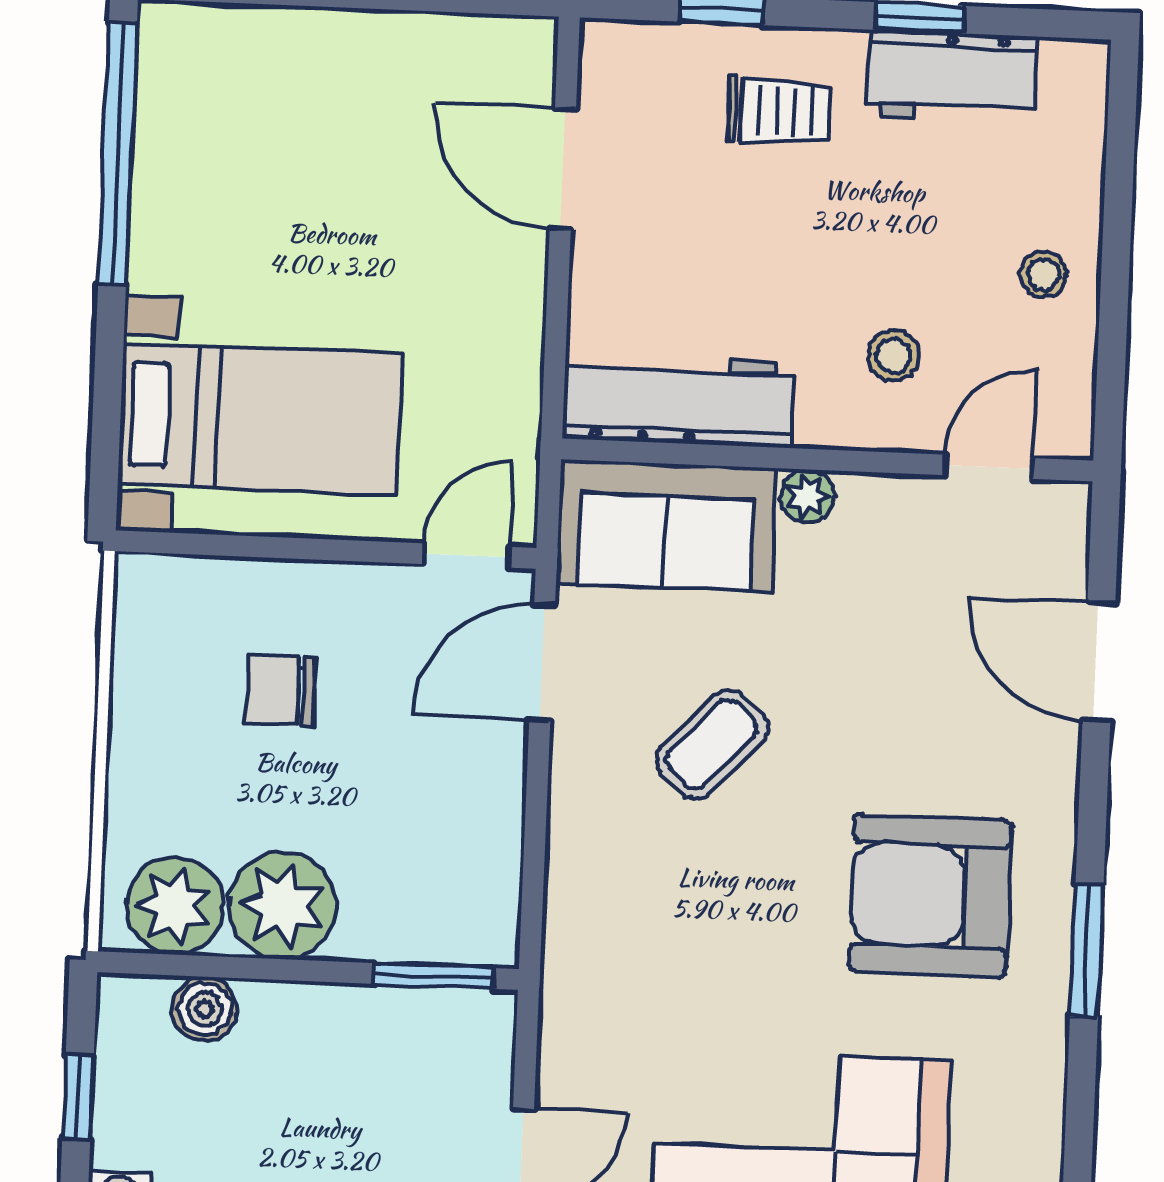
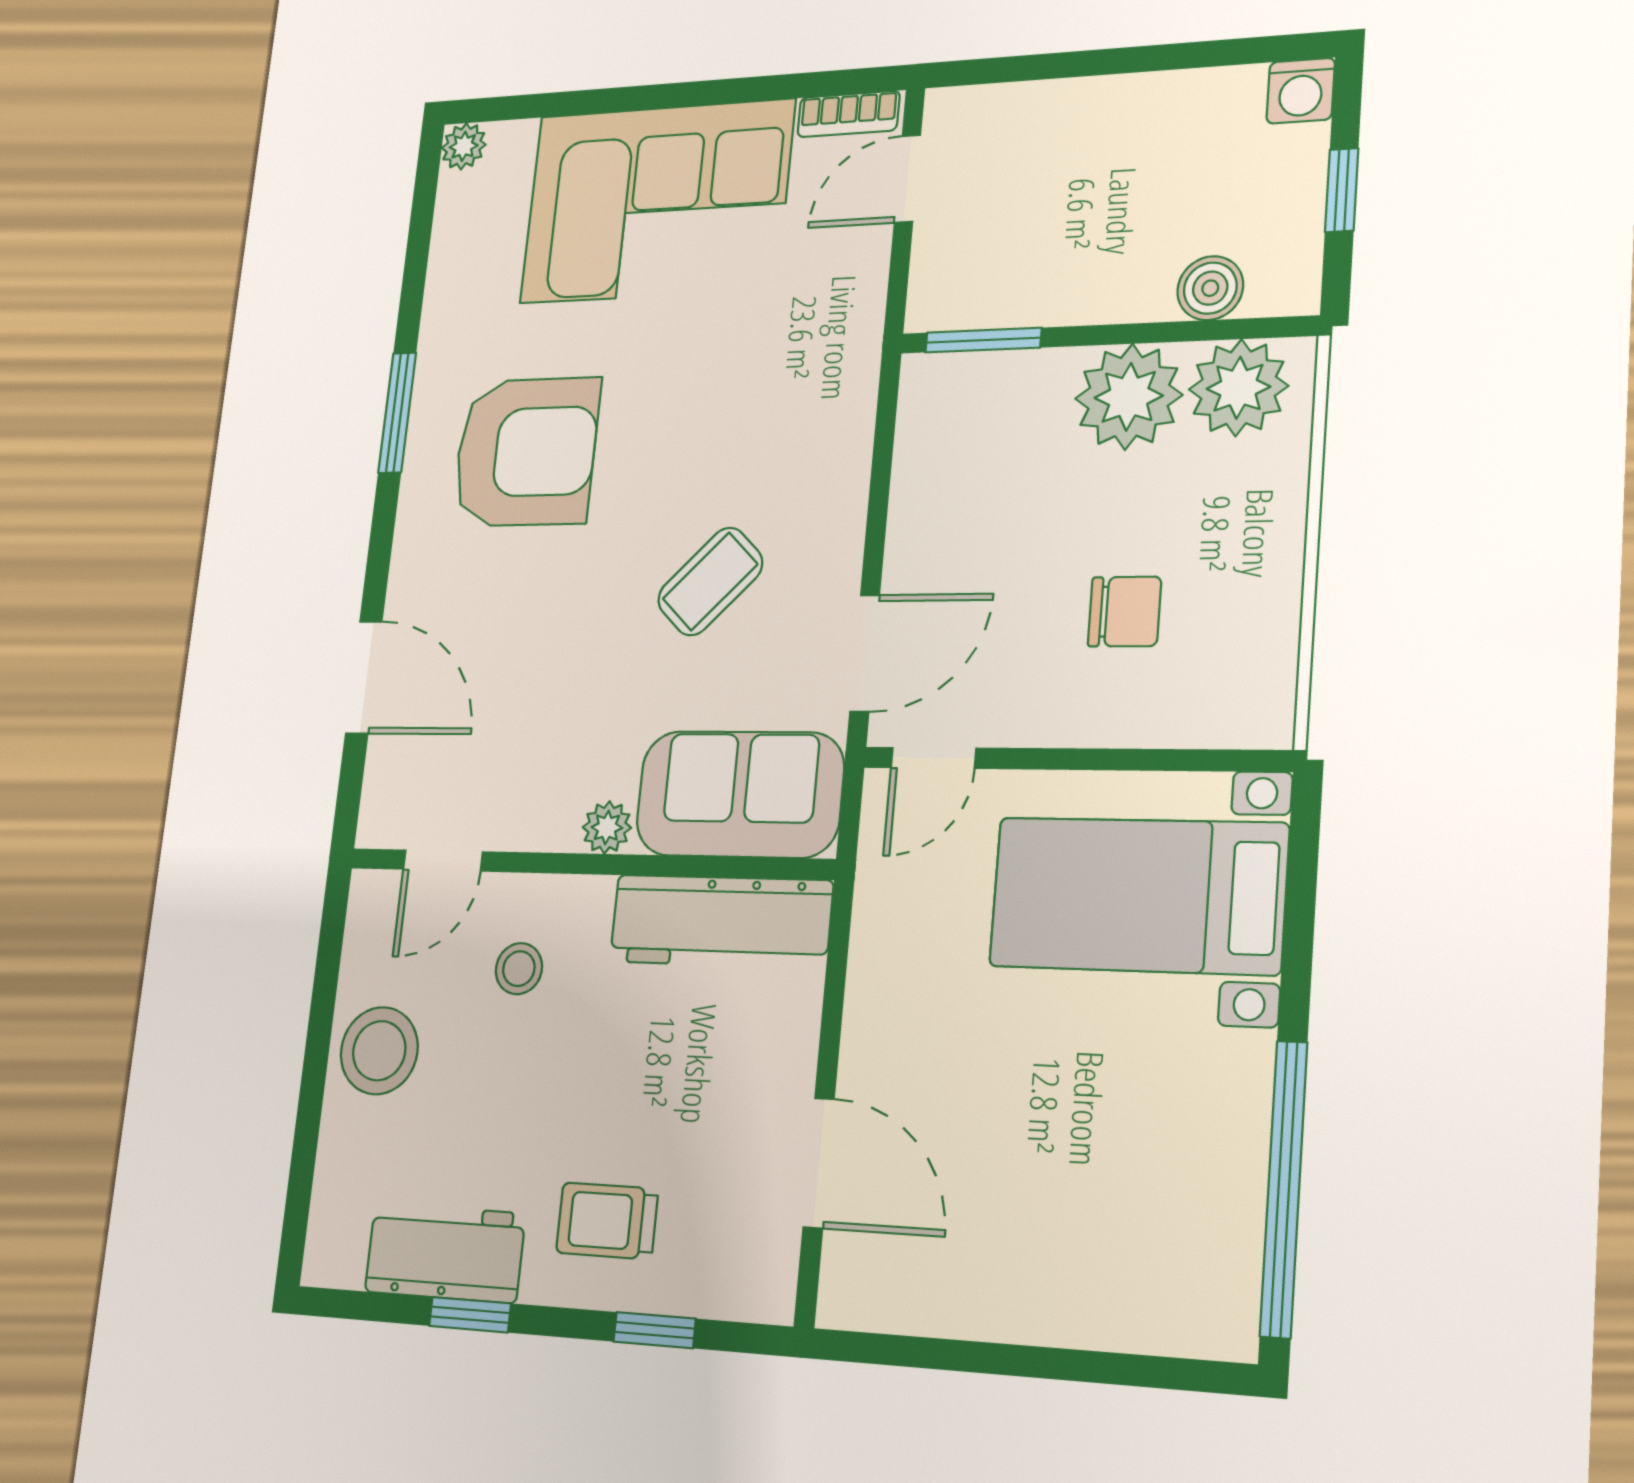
stool: (1043, 274) -> (379, 1051), width x1.89, depth x1.89

